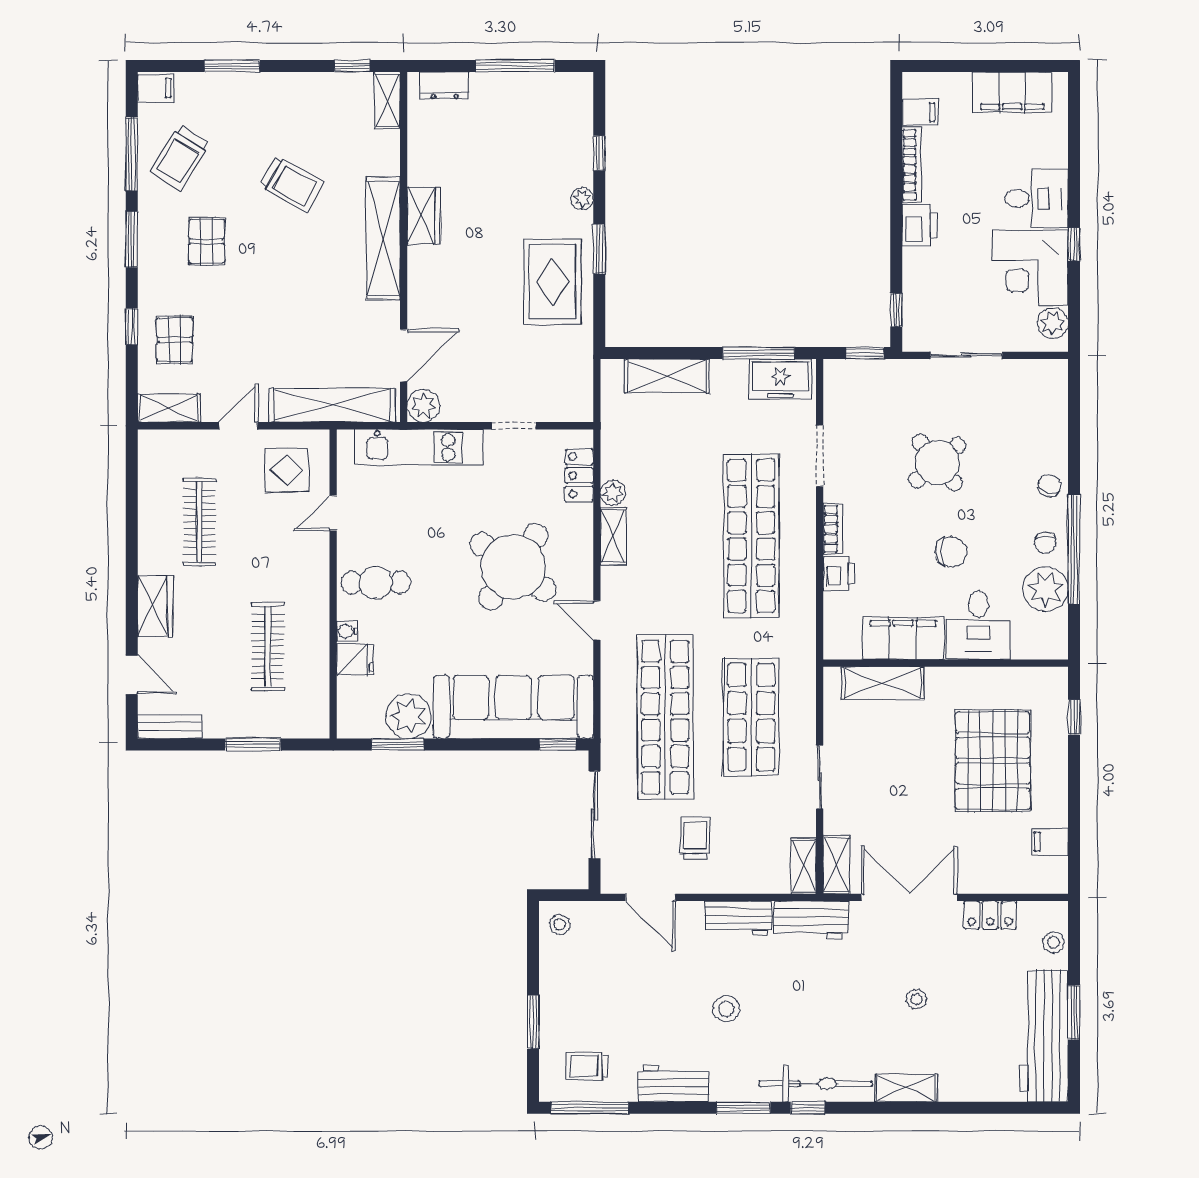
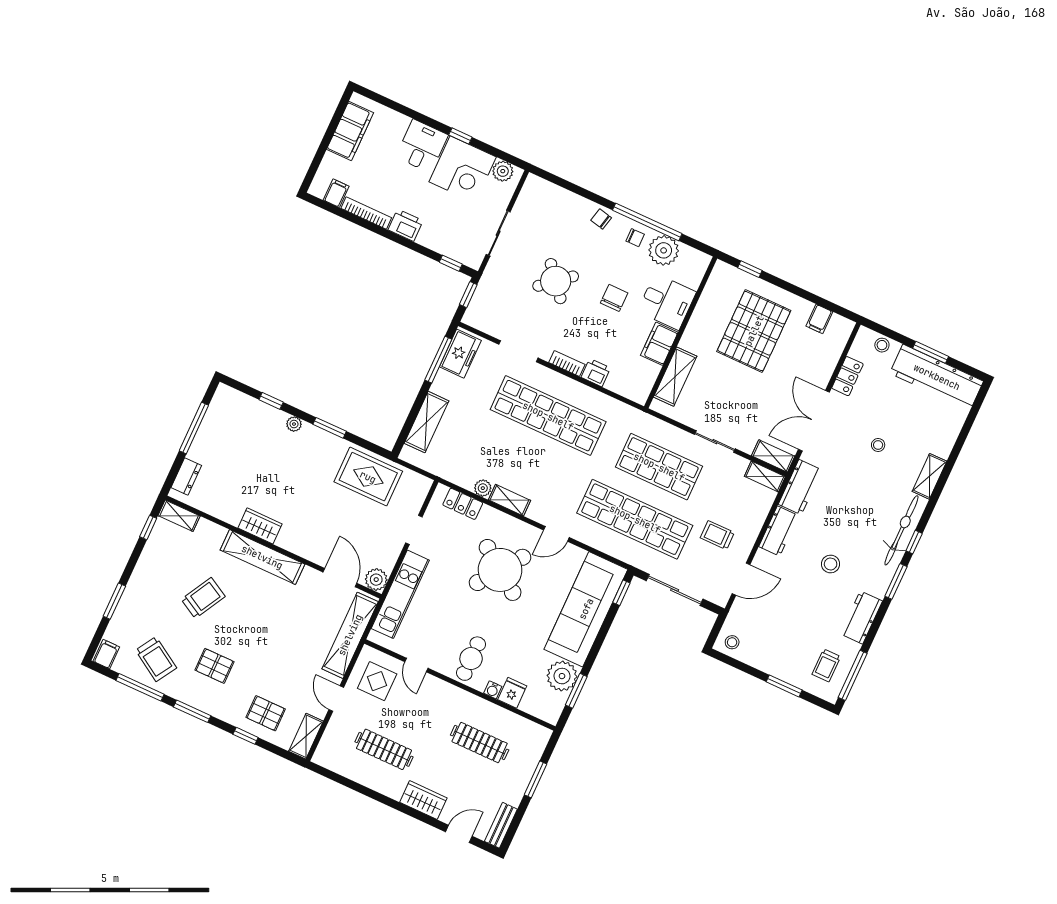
rug: (552, 282) -> (368, 477), moved
filing cabinet: (903, 638) -> (659, 344), width x0.67, depth x0.86
pallet: (993, 761) -> (754, 331), turned 90

